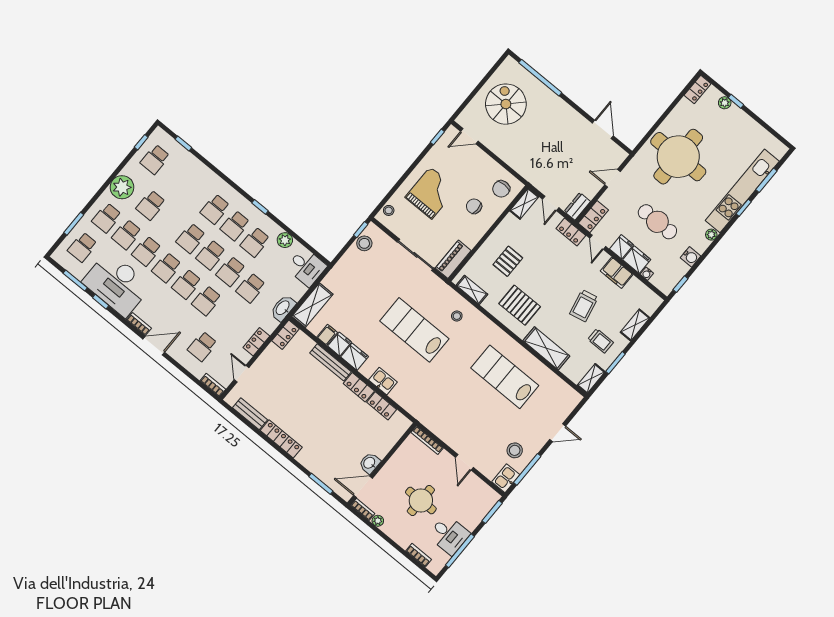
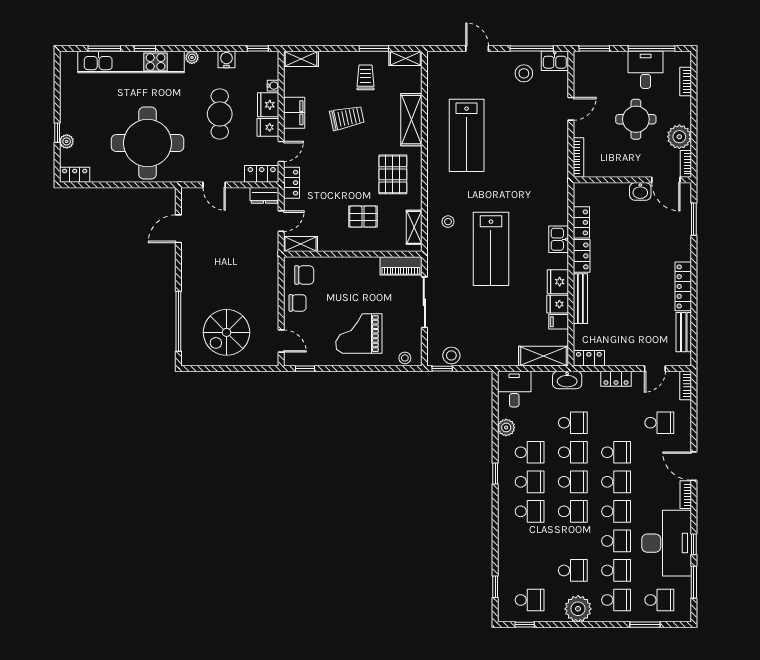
chair: (474, 206) -> (298, 303), moved, turned -90
shelving: (635, 325) -> (301, 59), moved
plant: (378, 521) -> (679, 137), width x1.88, depth x1.88

